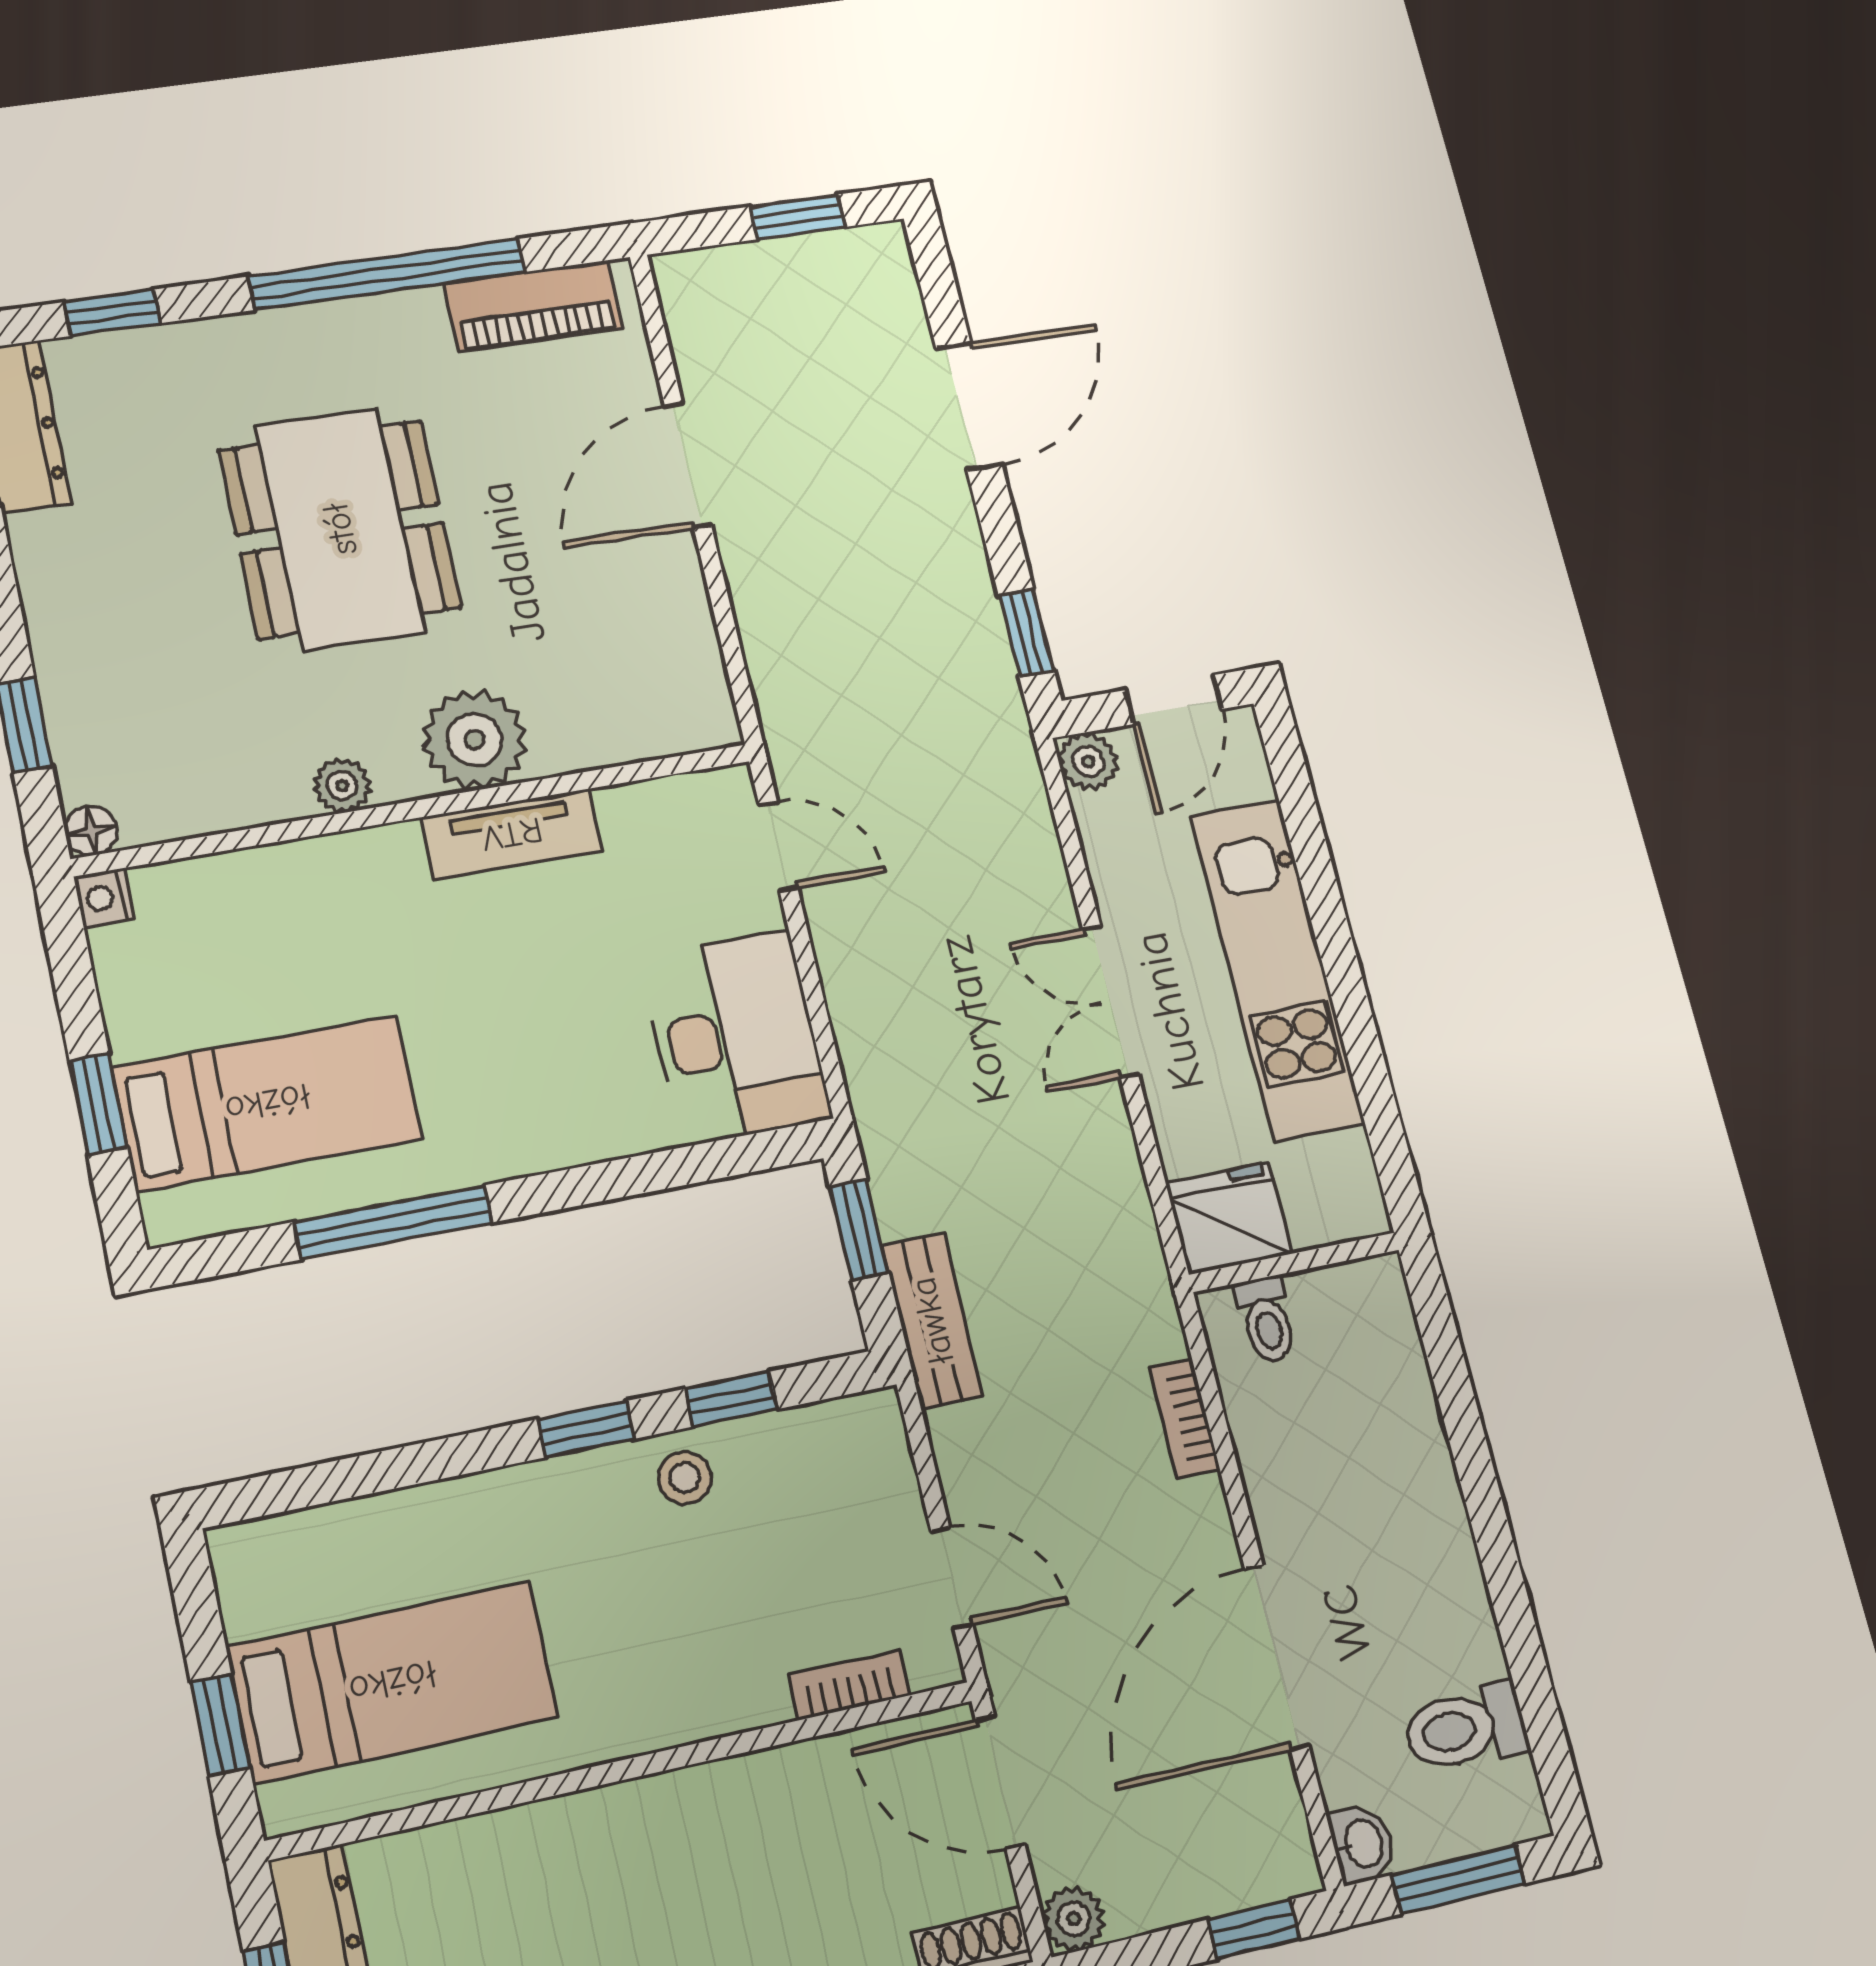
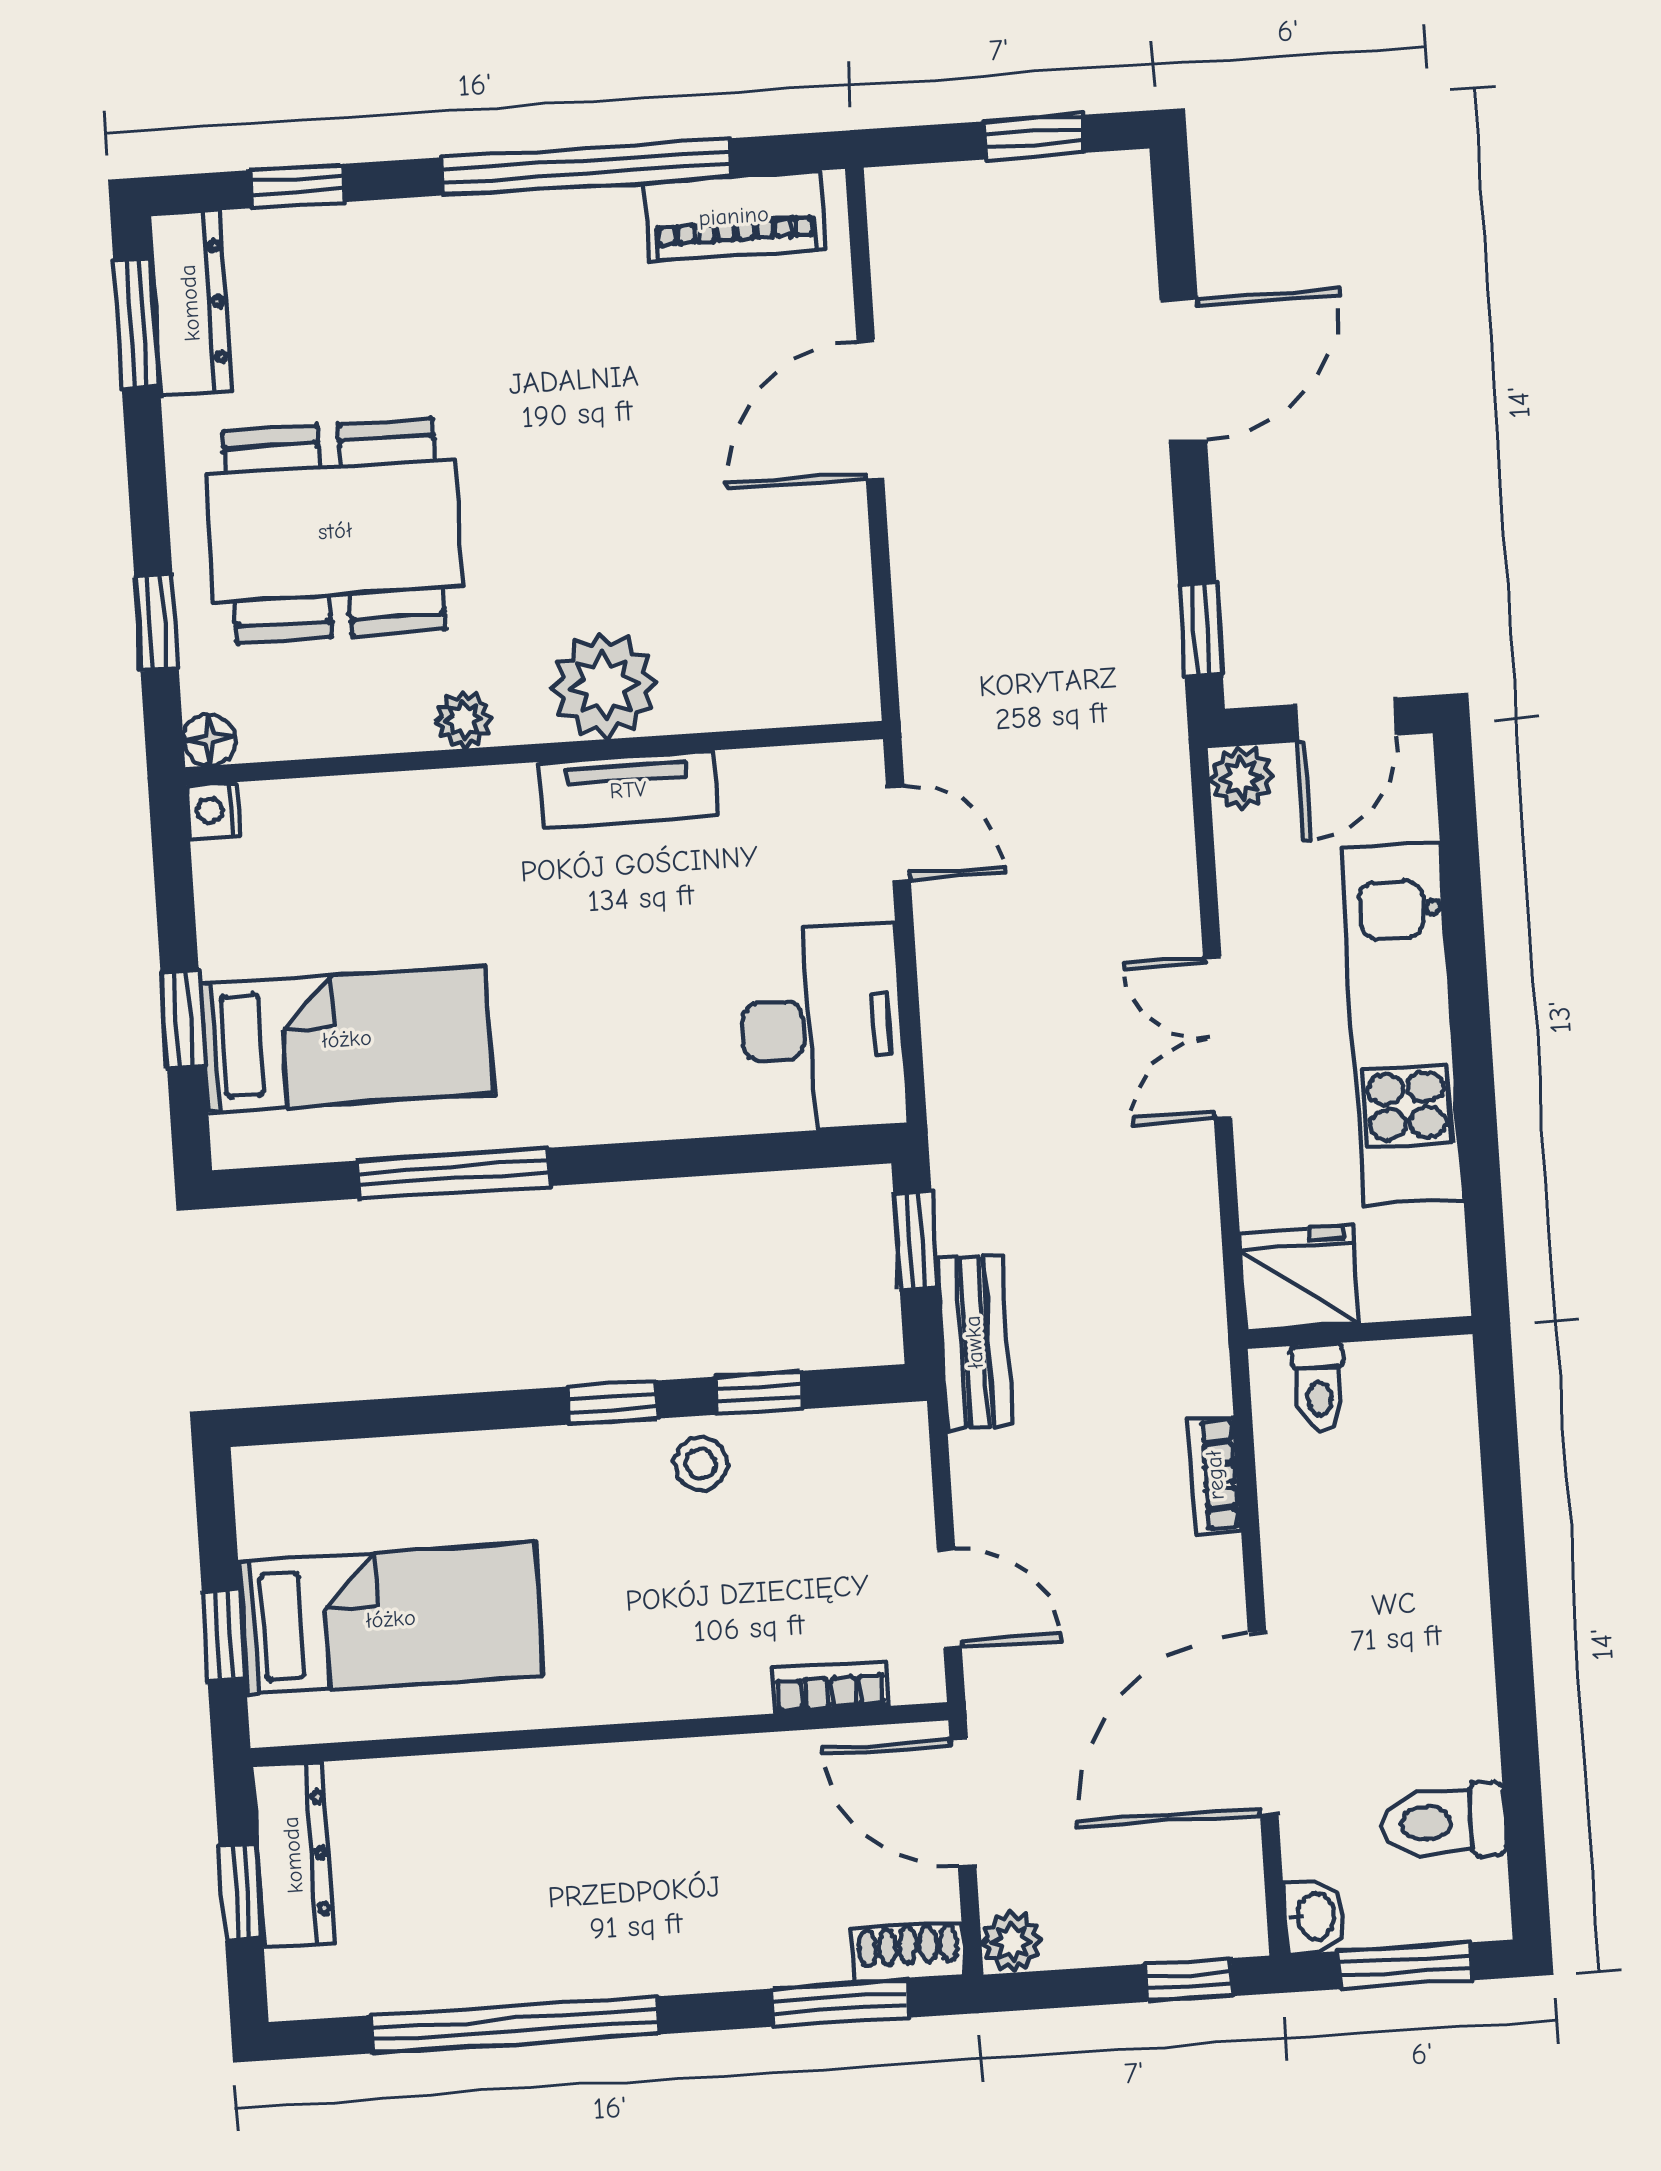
dining table: (340, 529) -> (335, 531), moved, turned 90

